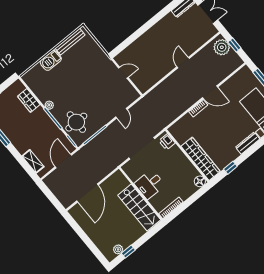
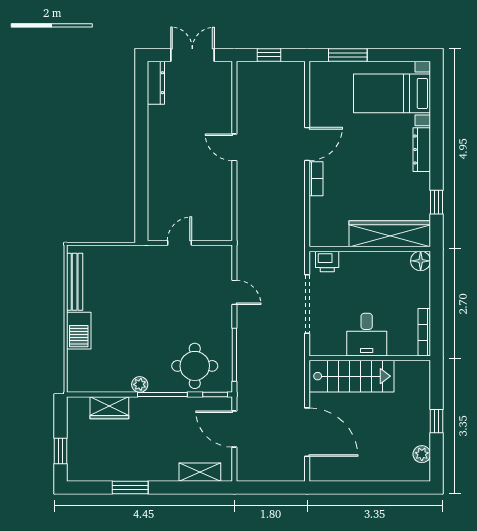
plant: (222, 47) -> (257, 75), removed
stairs: (139, 208) -> (352, 376), moved
window: (128, 252) -> (436, 421), moved

